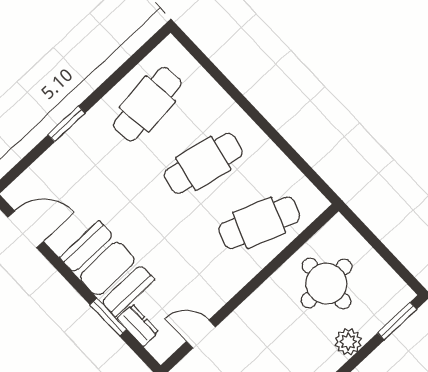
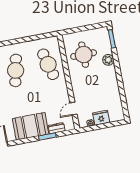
cafe table: (259, 223) -> (48, 64), turned -36

